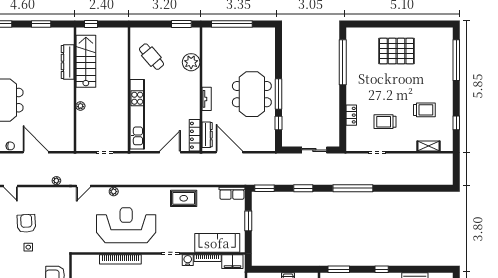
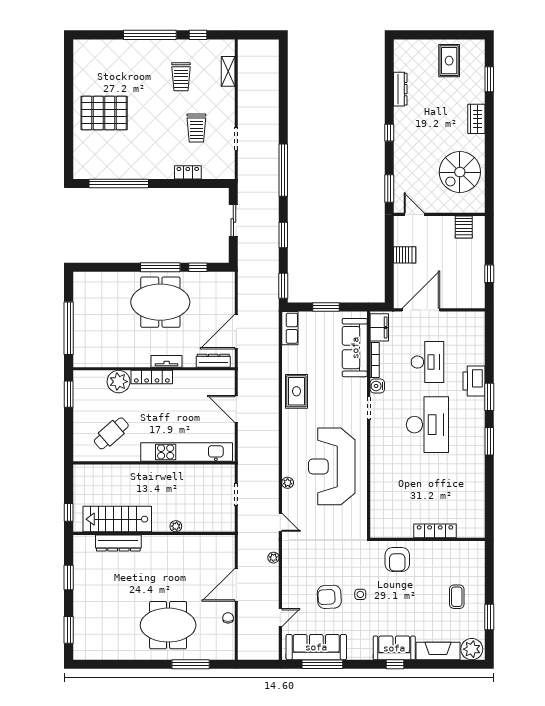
pallet: (397, 51) -> (104, 113), turned 90
window: (456, 60) -> (150, 35), moved
trolley: (424, 110) -> (181, 77), turned 180
locker: (195, 135) -> (152, 377), moved
bookcase: (120, 259) -> (376, 474), removed

